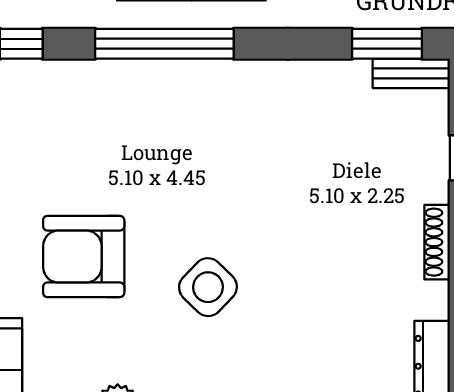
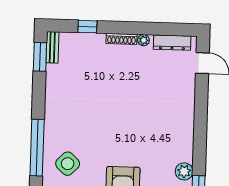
side table: (208, 287) -> (68, 164), moved
plant: (436, 296) -> (144, 40), added

